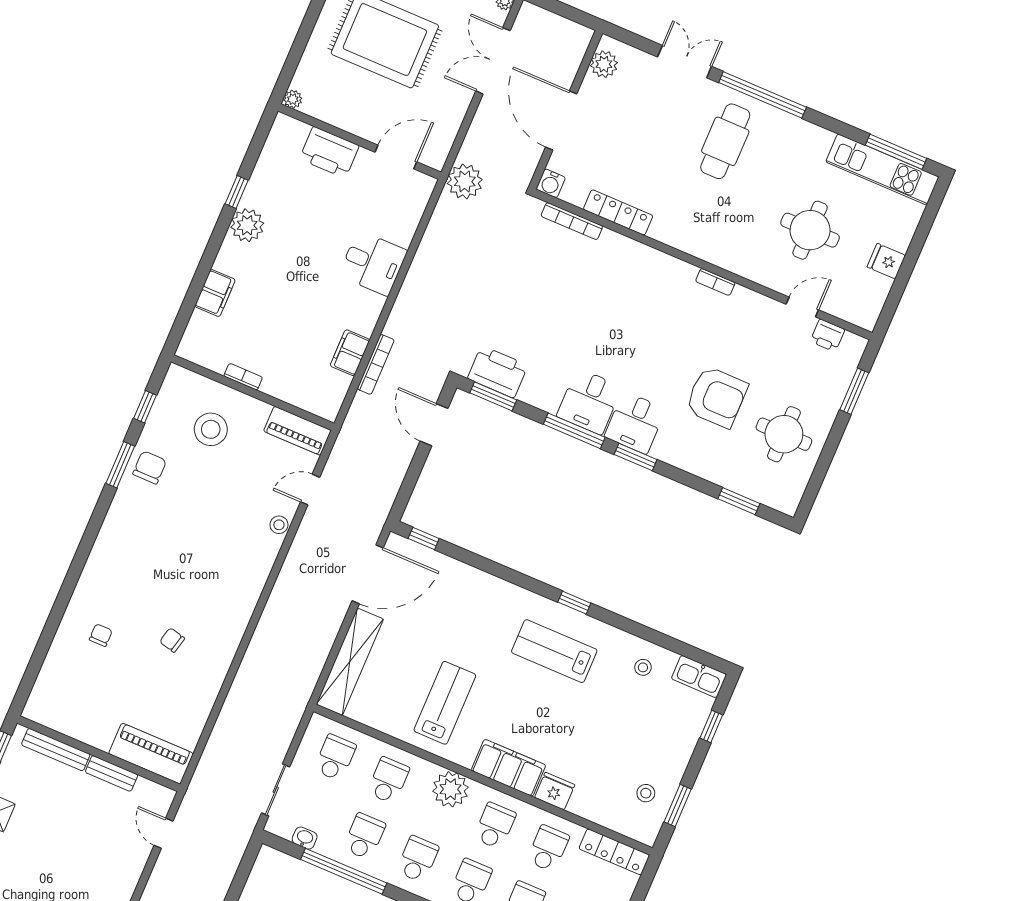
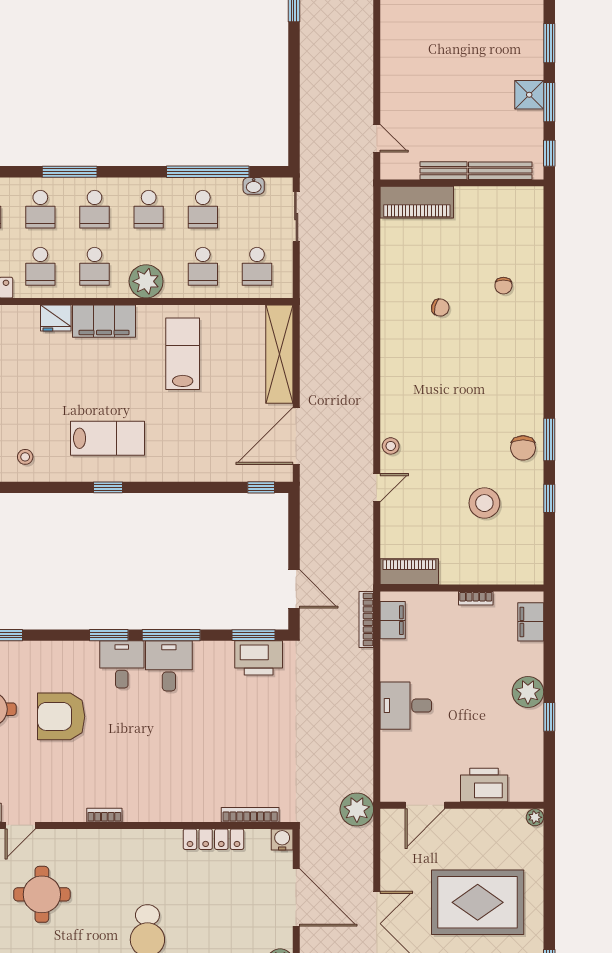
bookcase: (243, 377) -> (476, 598), moved
wall: (253, 393) -> (462, 588), moved
piano: (297, 431) -> (409, 572), moved
lab bench: (445, 703) -> (183, 354), turned 180

